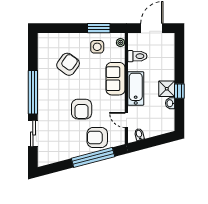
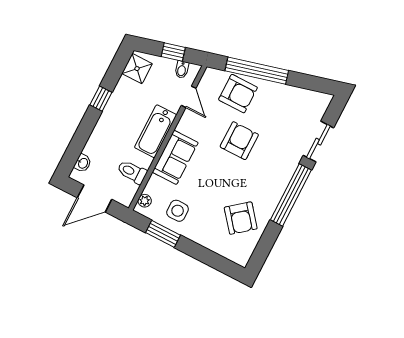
armchair: (68, 64) -> (241, 218), moved, turned -75
shower: (167, 89) -> (137, 69), moved
washbasin: (170, 103) -> (83, 163), moved
window: (150, 142) -> (173, 52), added

